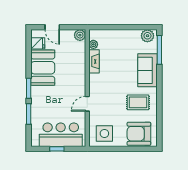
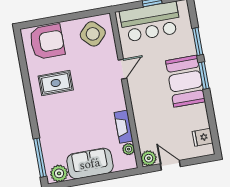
door: (52, 27) -> (170, 165), moved
booth: (43, 68) -> (185, 81), moved
sofa: (148, 70) -> (90, 164), moved, turned -90
side table: (104, 133) -> (93, 34), turned 45

